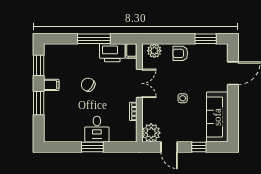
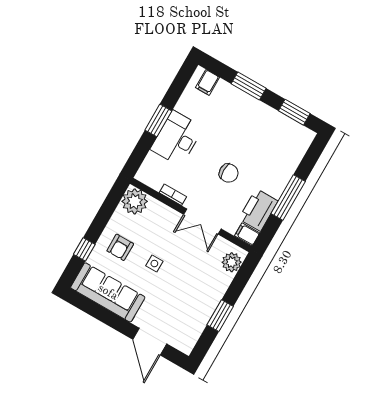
window: (206, 39) -> (220, 316), moved
armchair: (180, 53) -> (120, 247), moved, turned 180
filing cabinet: (51, 85) -> (207, 82), moved
chair: (88, 85) -> (229, 173), moved, turned 56
desk: (97, 129) -> (177, 138), width x1.37
door: (169, 147) -> (105, 213), removed

